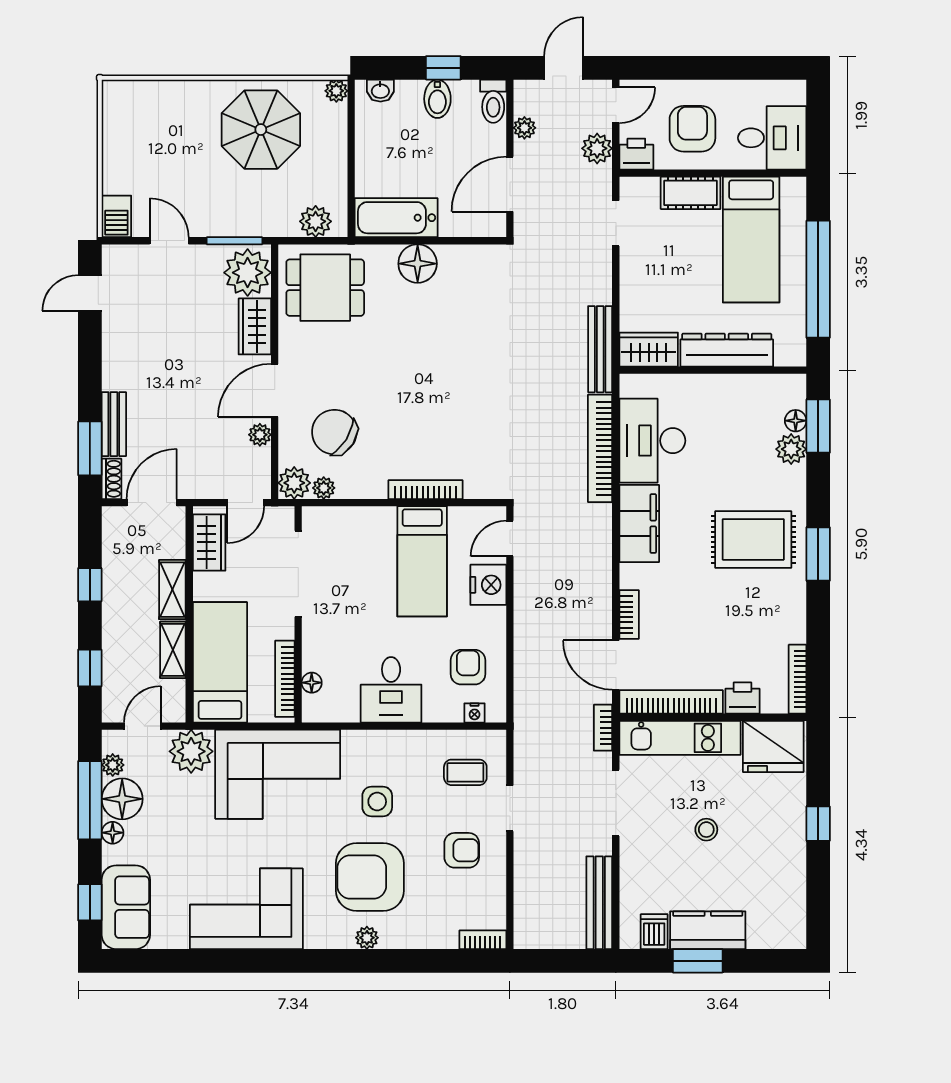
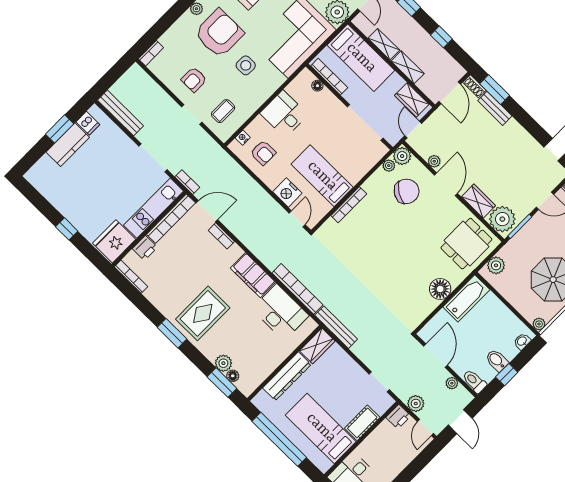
armchair: (692, 129) -> (387, 448), removed
stool: (706, 830) -> (108, 183), removed

